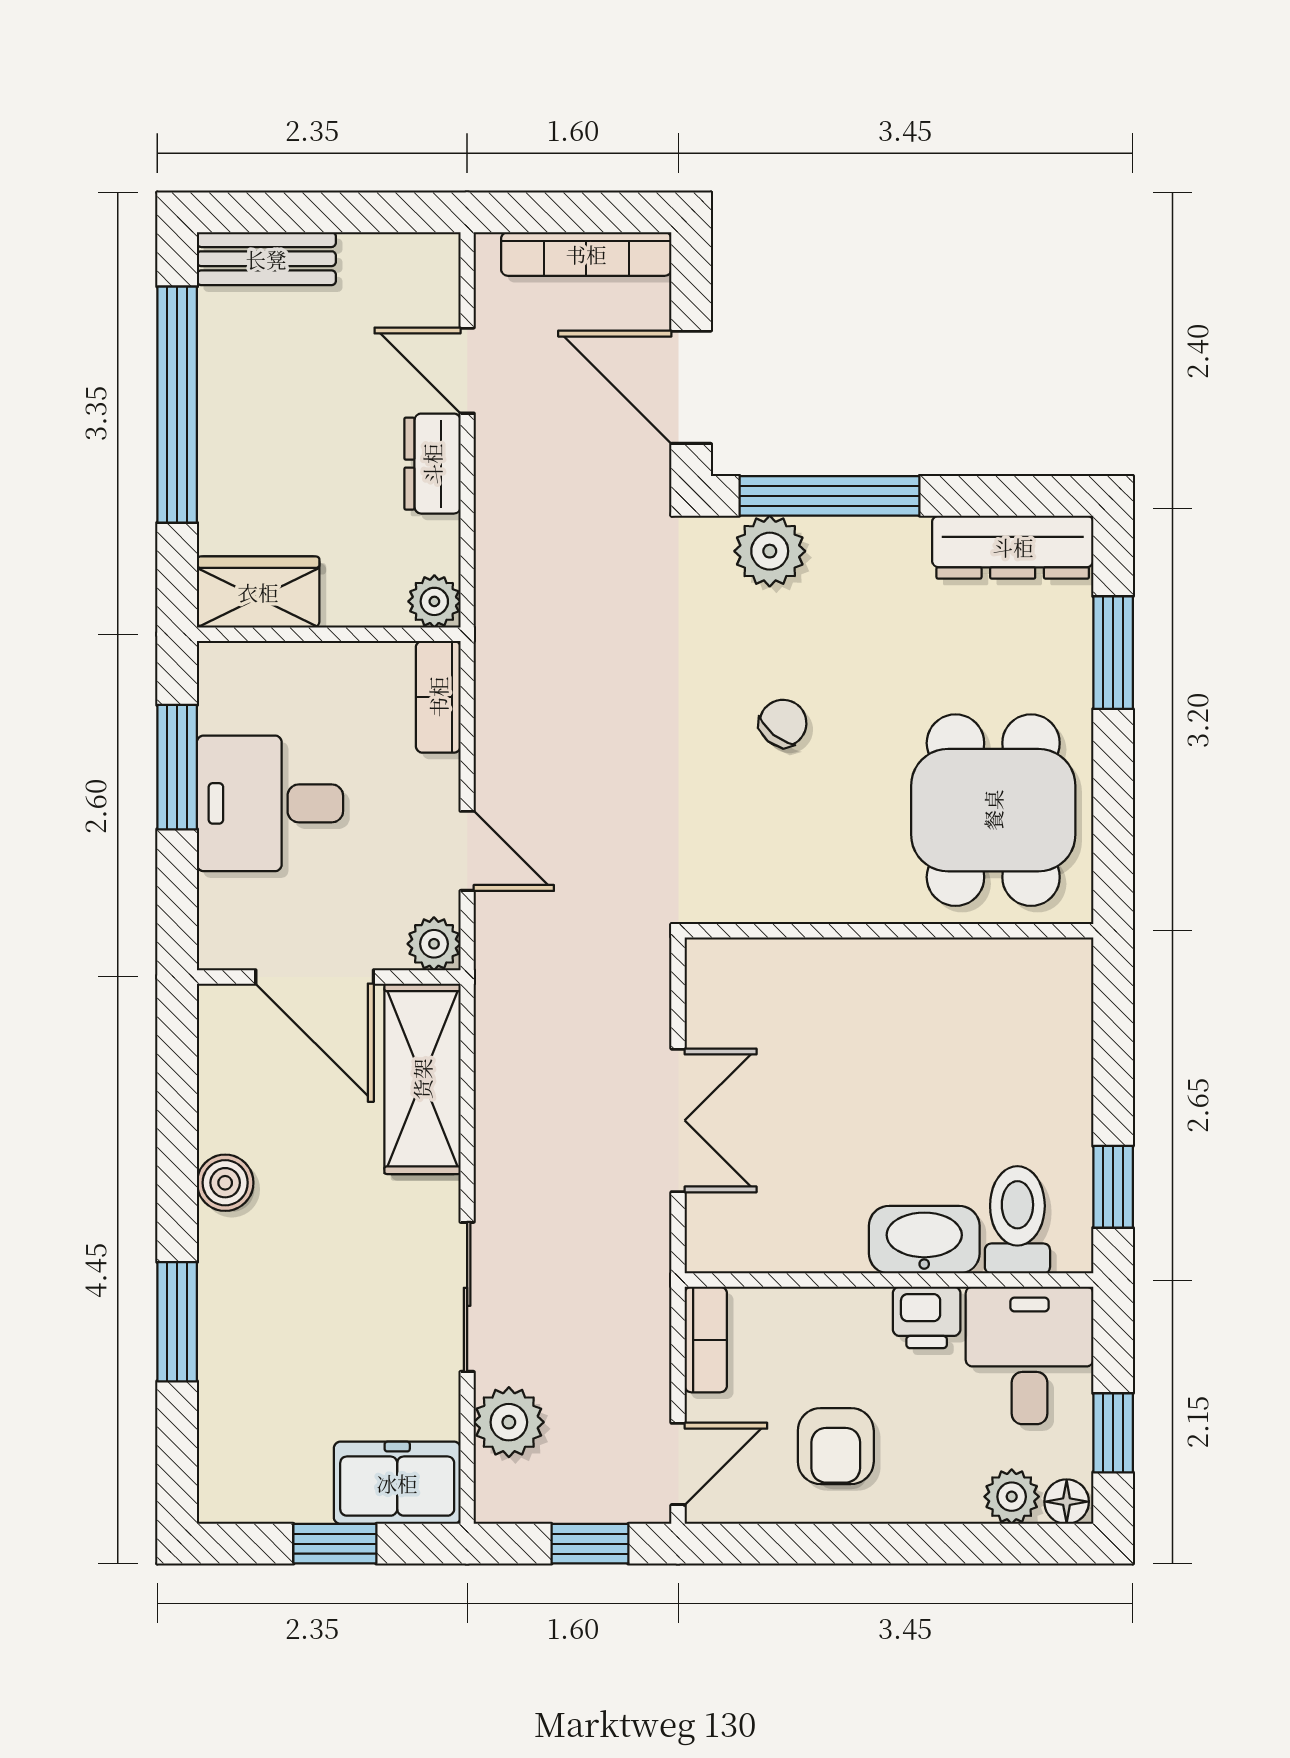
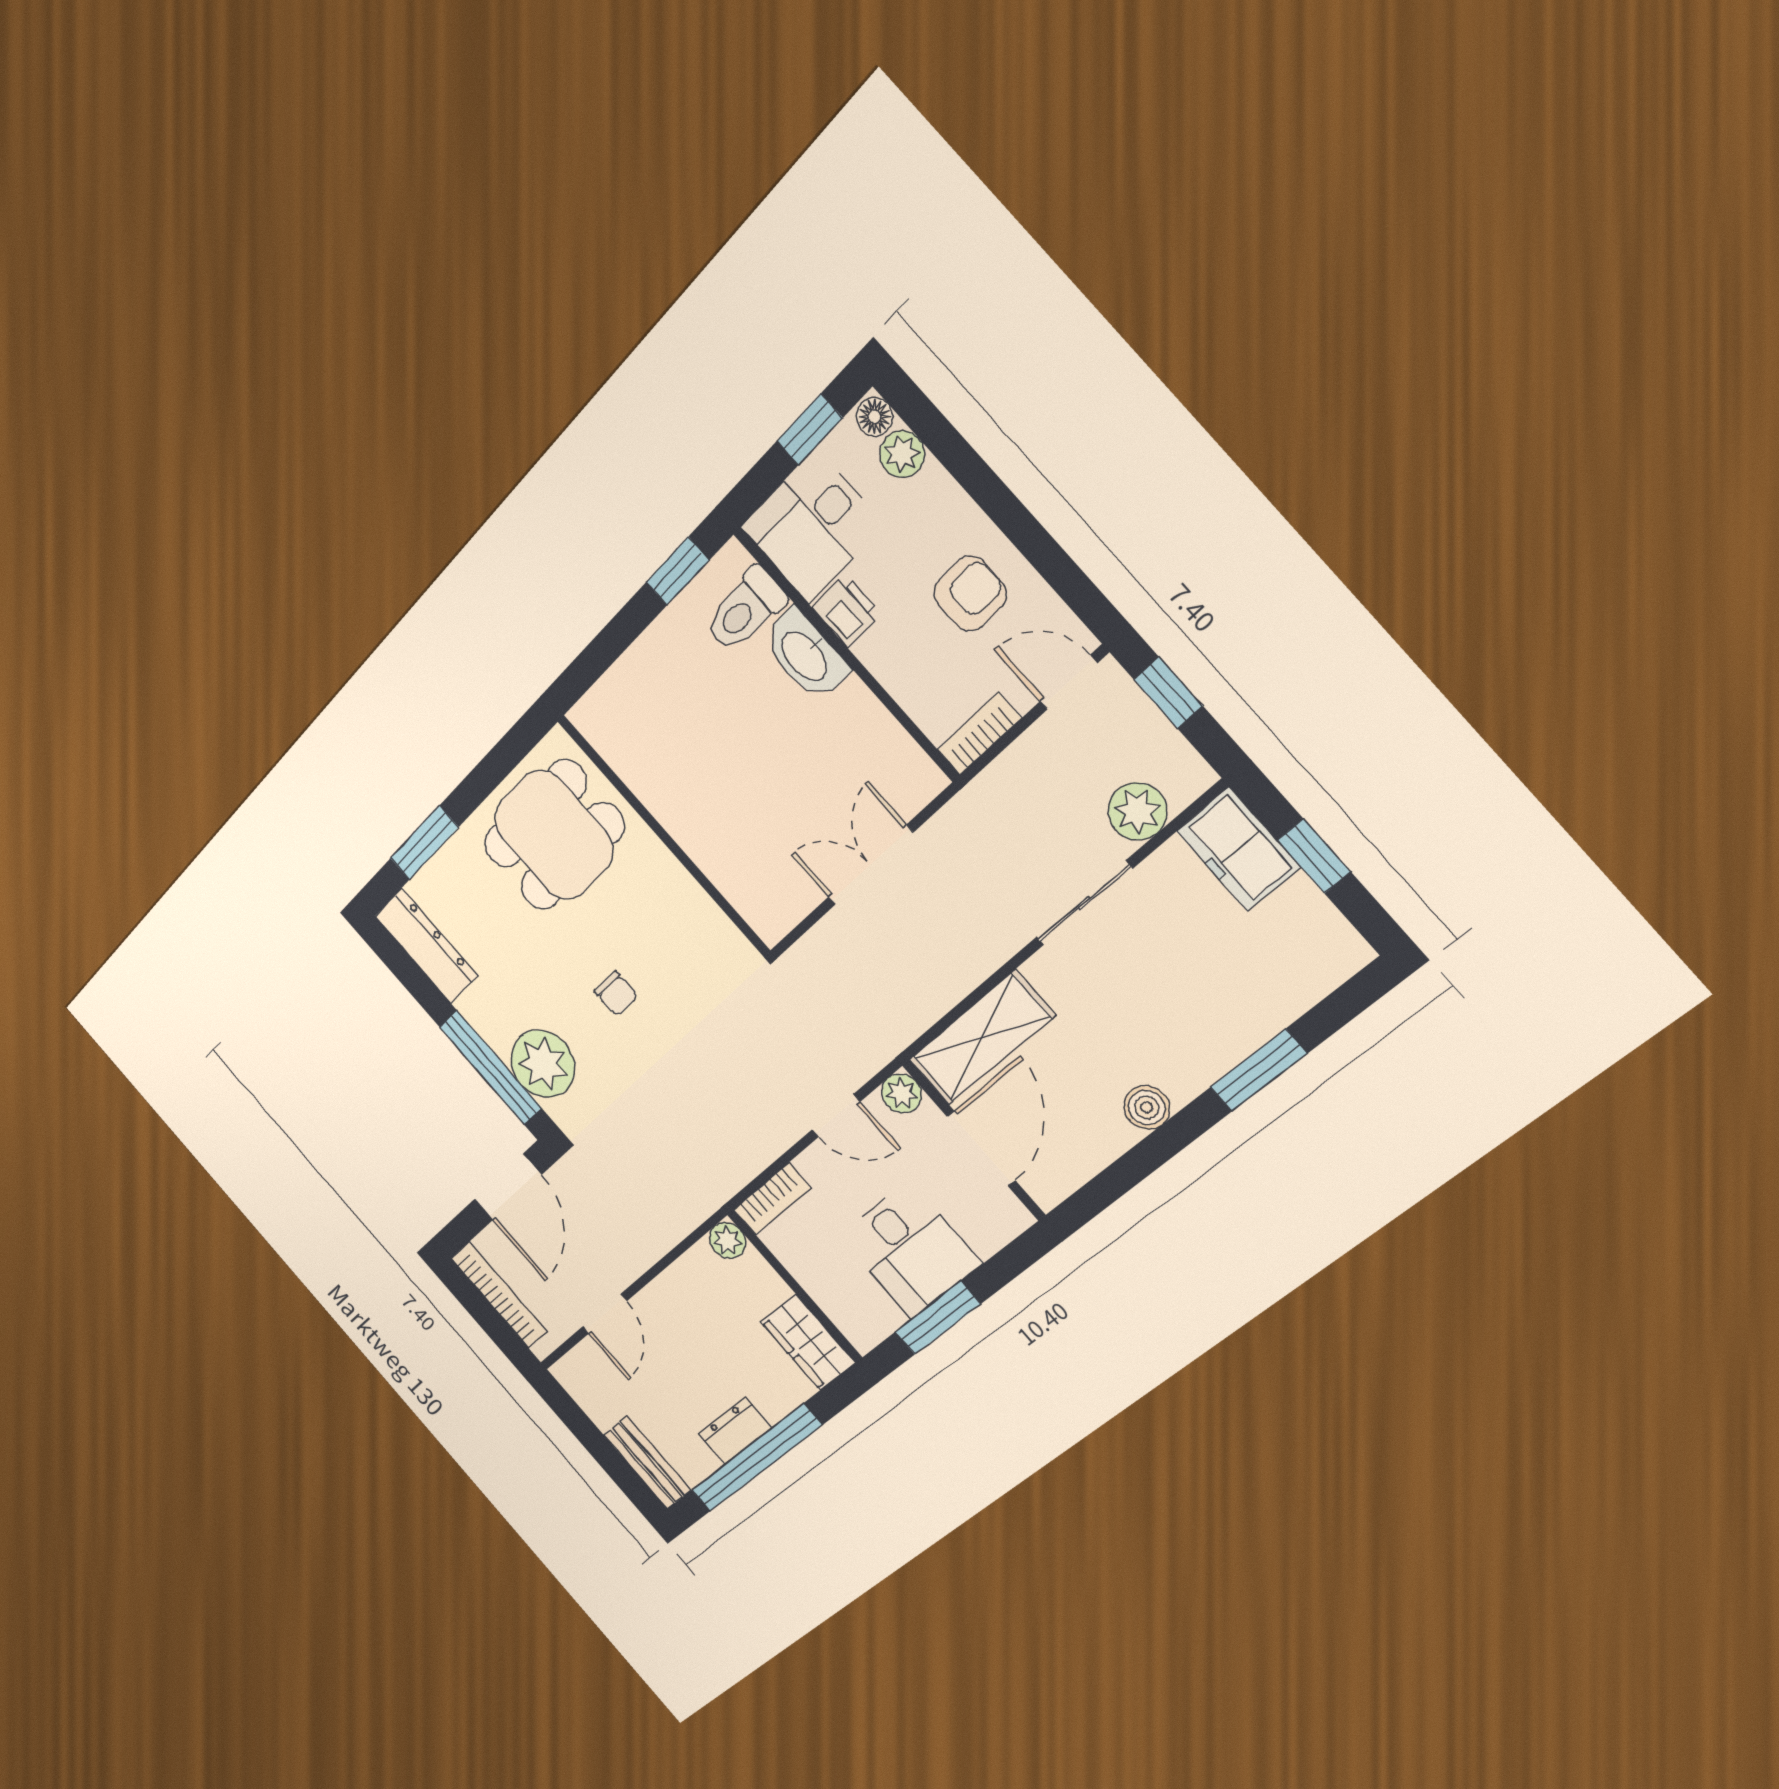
dresser: (432, 464) -> (735, 1431), moved, turned 180
plant: (770, 551) -> (543, 1064), width x1.36, depth x1.36
chair: (783, 723) -> (616, 994), turned -129
door: (467, 851) -> (836, 1116), swing flipped

